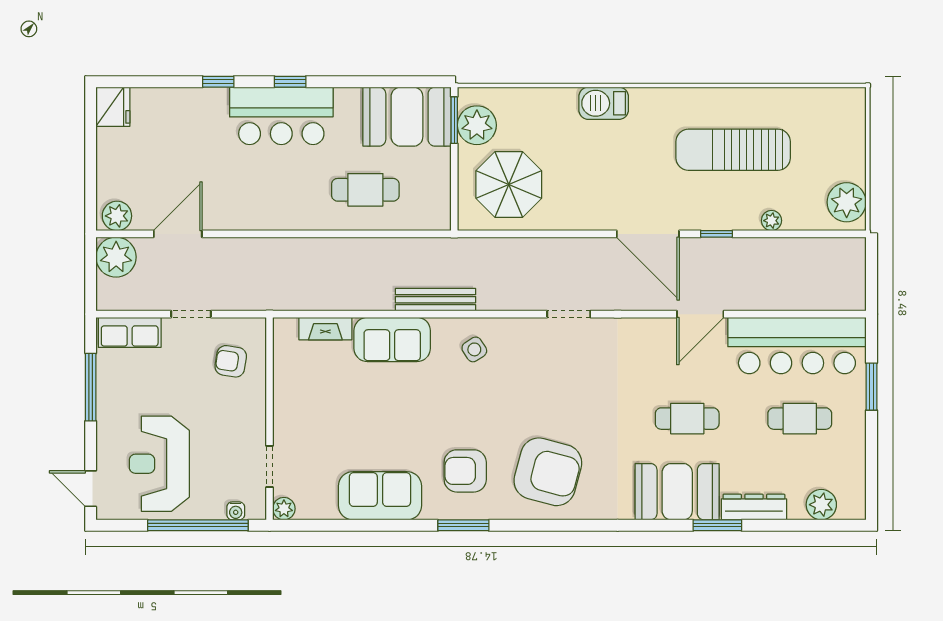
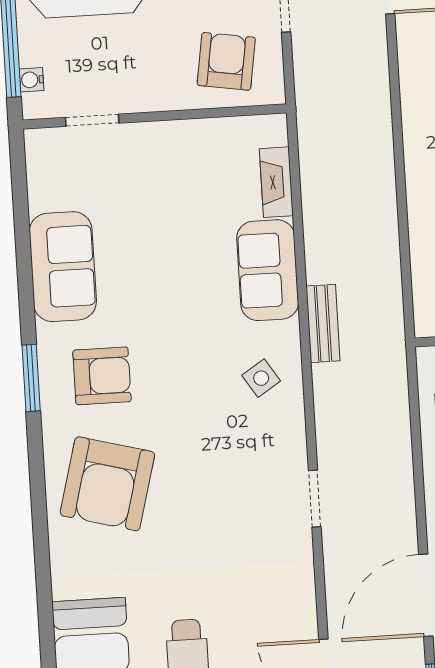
bench: (435, 300) -> (323, 323), width x0.73
armchair: (231, 361) -> (226, 61), width x1.38, depth x1.38
armchair: (465, 471) -> (102, 376), turned 90
plant: (284, 509) -> (38, 142), removed

